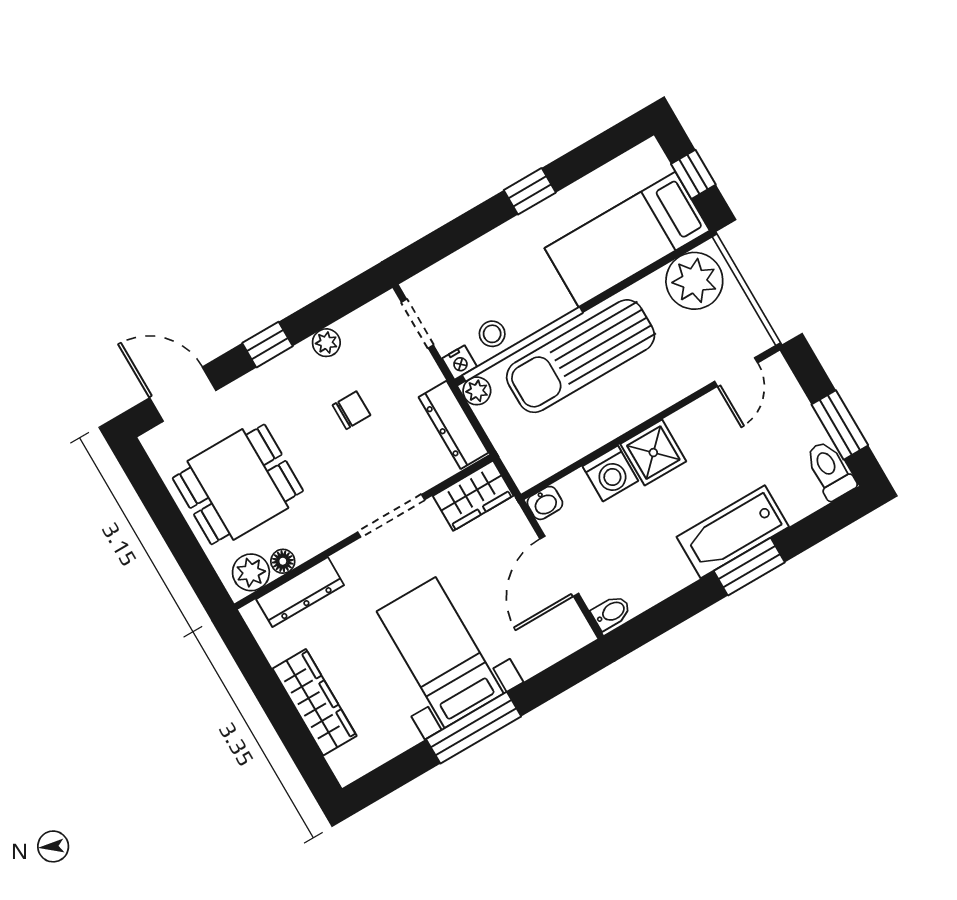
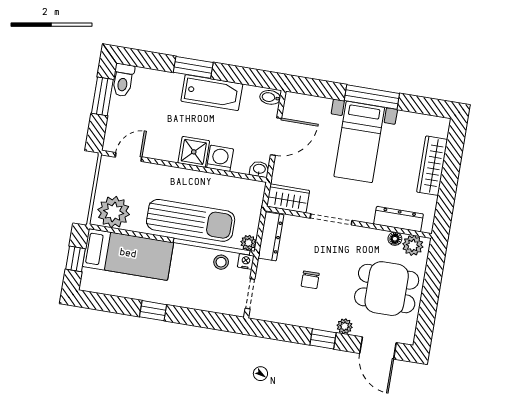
plant: (326, 343) -> (345, 326), moved
chair: (351, 410) -> (310, 280), turned -90
bathtub: (733, 532) -> (212, 93), moved

